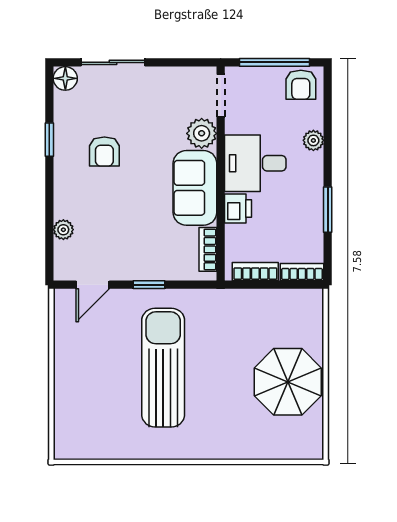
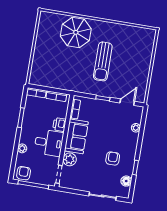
floor lamp: (65, 78) -> (126, 181), moved
sun lounger: (163, 368) -> (103, 61), width x0.73, depth x0.75
parasol: (288, 382) -> (76, 32), moved

